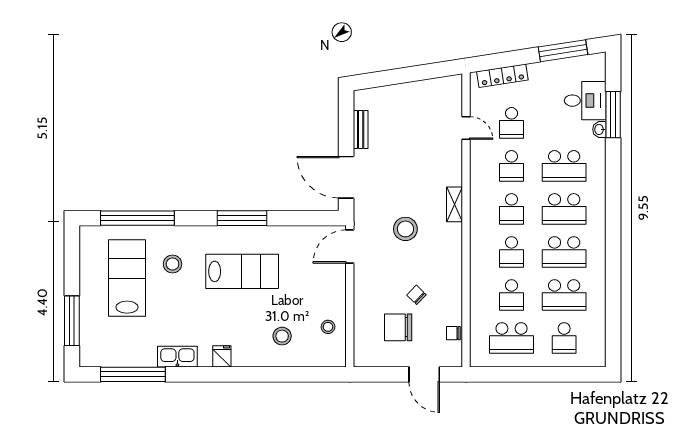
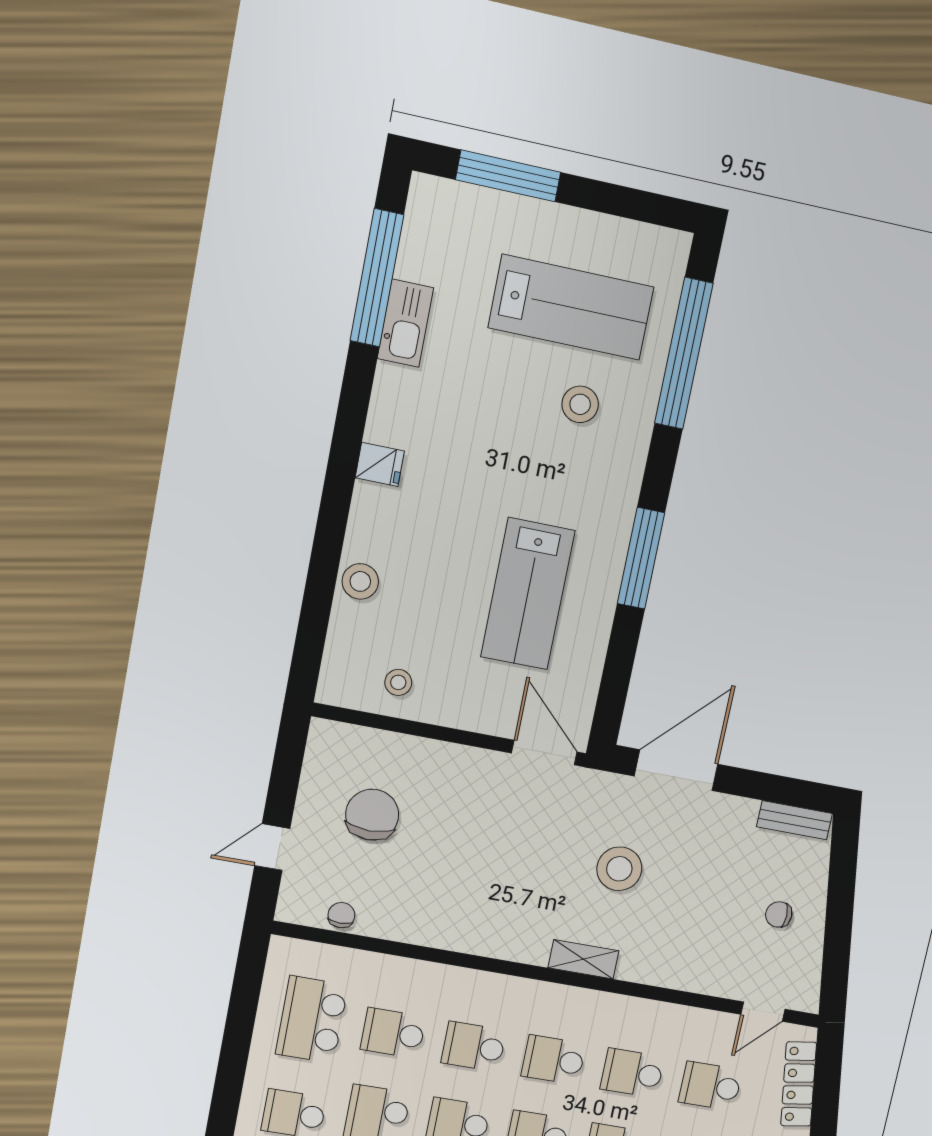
door: (466, 128) -> (763, 1012), moved
bench: (361, 130) -> (794, 820), moved
stool: (405, 229) -> (619, 869), moved
lab bench: (242, 271) -> (528, 594), moved
chair: (416, 295) -> (779, 914), moved, turned -134
stool: (282, 336) -> (360, 581), moved
kitchen sink: (177, 357) -> (405, 323), moved
door: (424, 374) -> (272, 847), width x0.73

